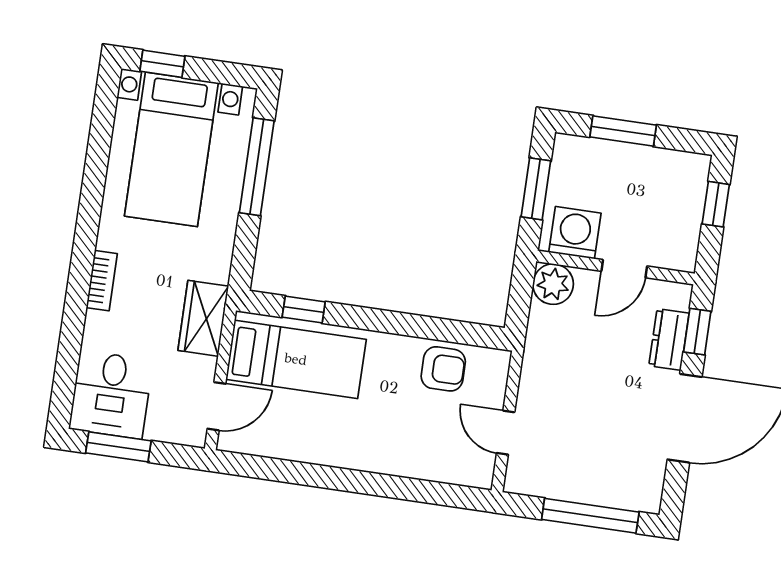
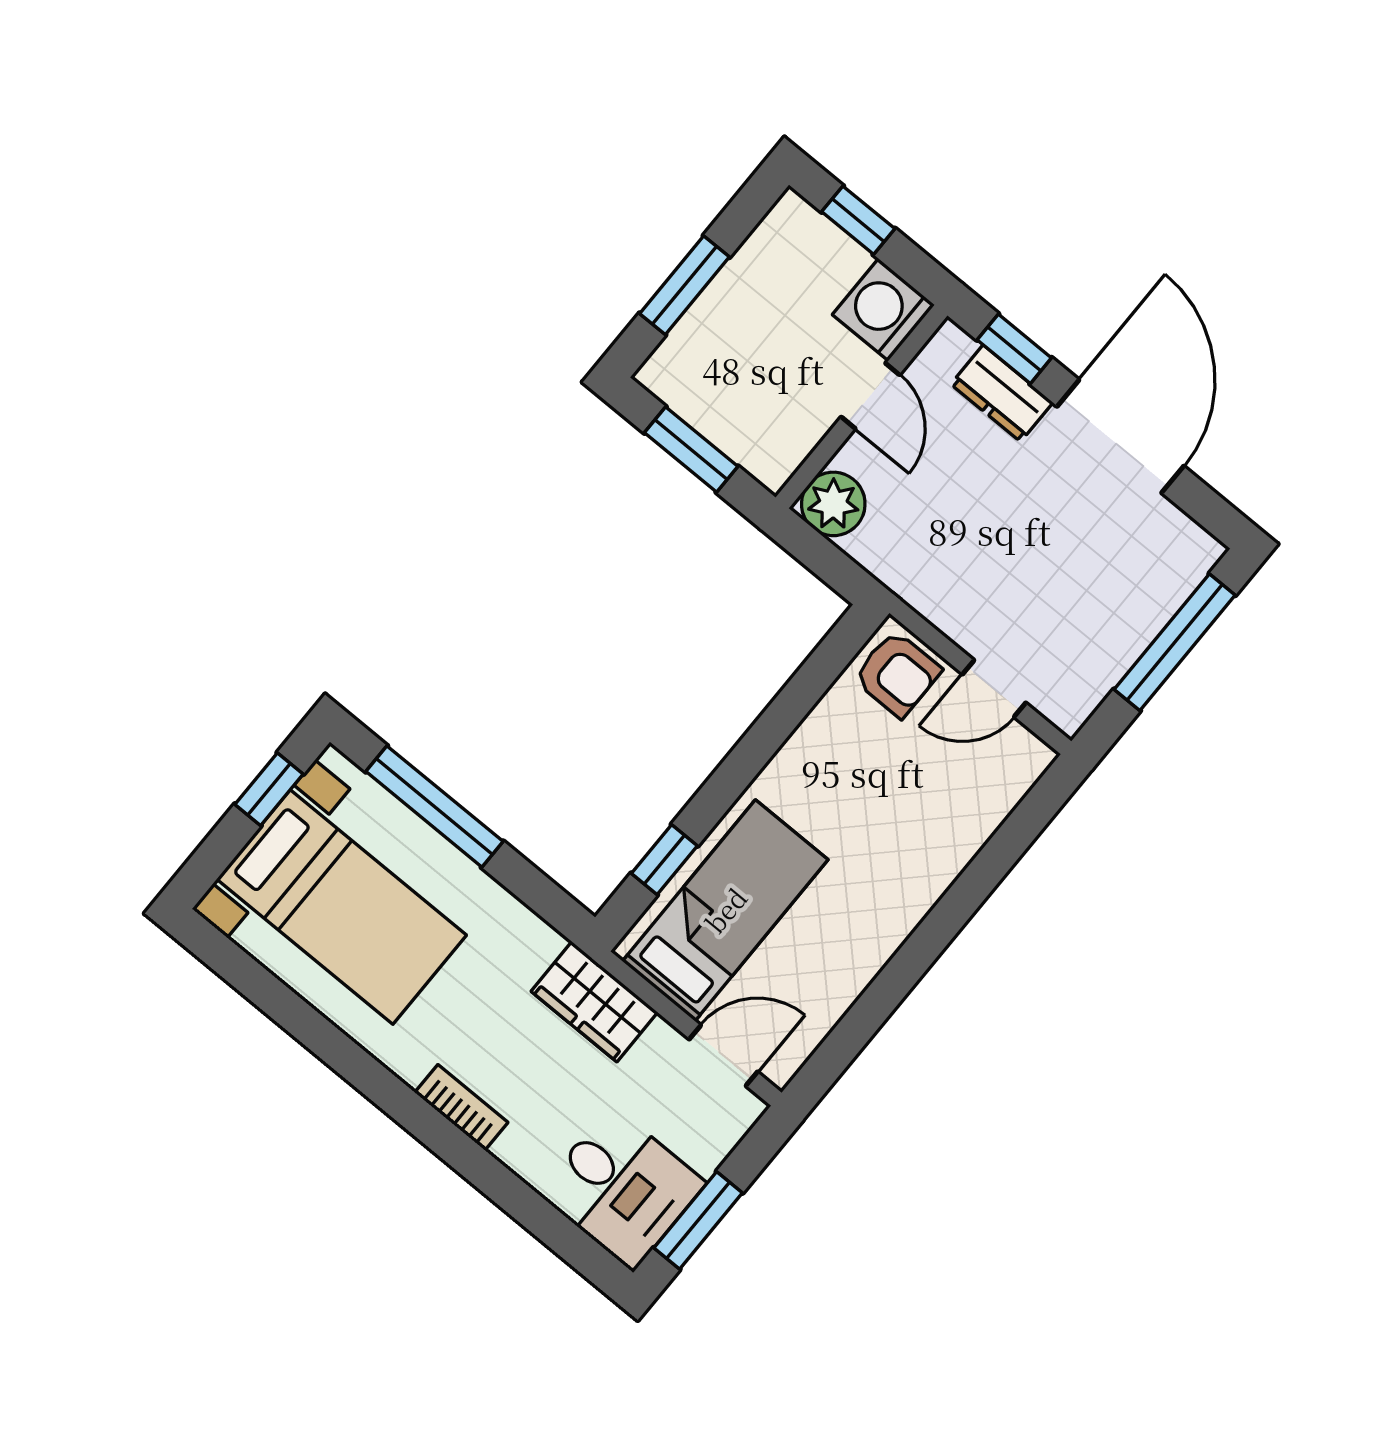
window: (162, 64) -> (269, 789), moved
washing machine: (575, 233) -> (883, 310), moved
armchair: (443, 369) -> (897, 674), moved, turned 90
door: (216, 406) -> (723, 1056), hinge flipped

